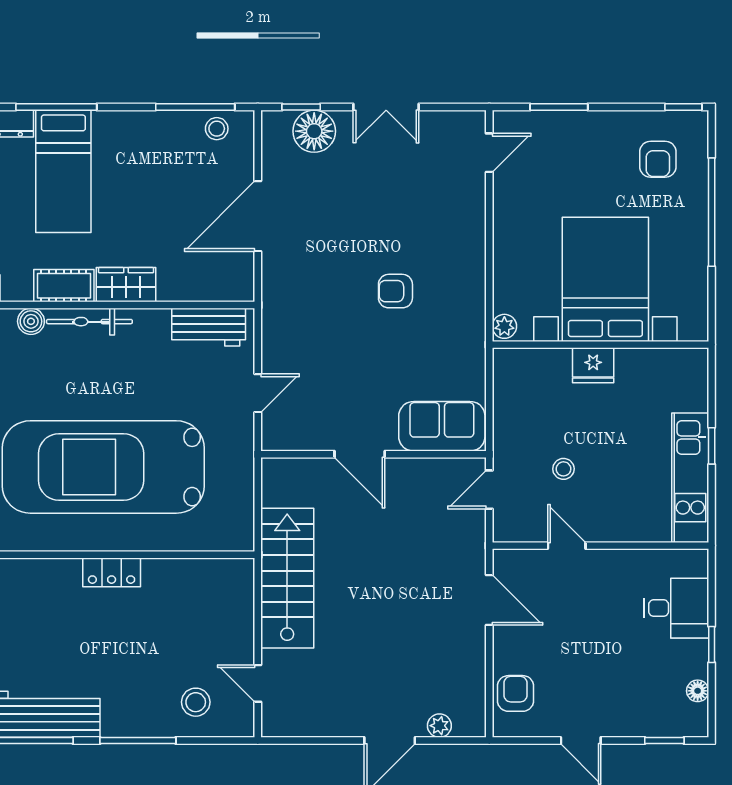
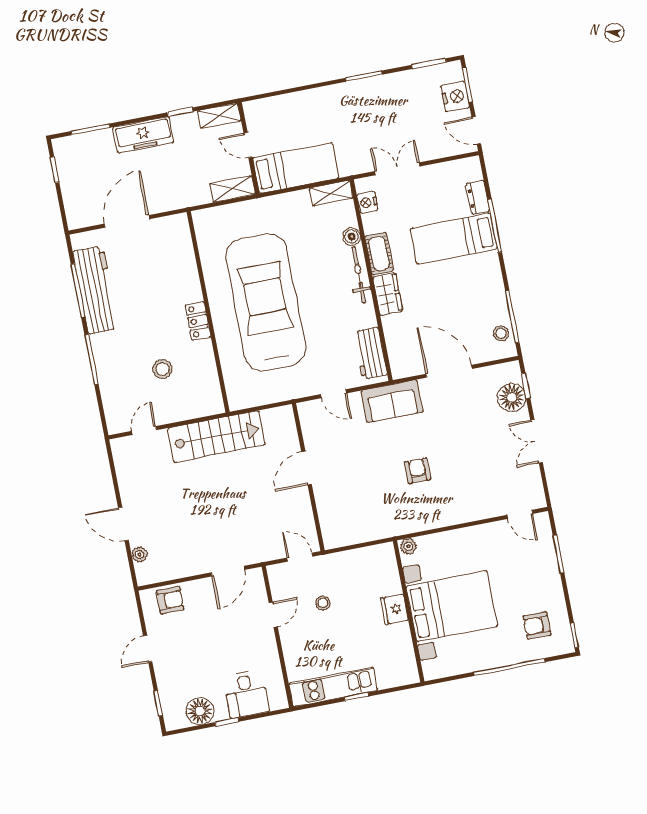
sofa: (442, 426) -> (392, 401), moved, turned 90
floor lamp: (698, 691) -> (200, 711), width x1.89, depth x1.89
stool: (196, 702) -> (162, 369), moved

